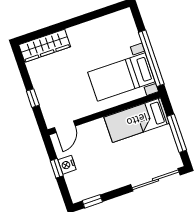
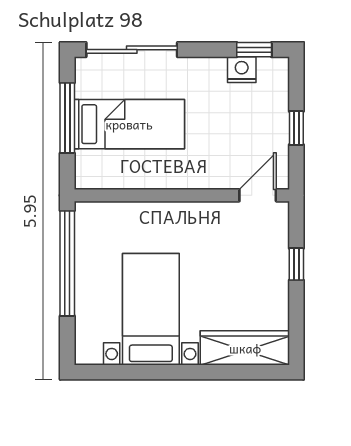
bed with nightstands: (121, 77) -> (151, 309), moved, turned -90
bed: (137, 120) -> (129, 124), moved
nightstand: (67, 165) -> (242, 70), moved, turned -90

